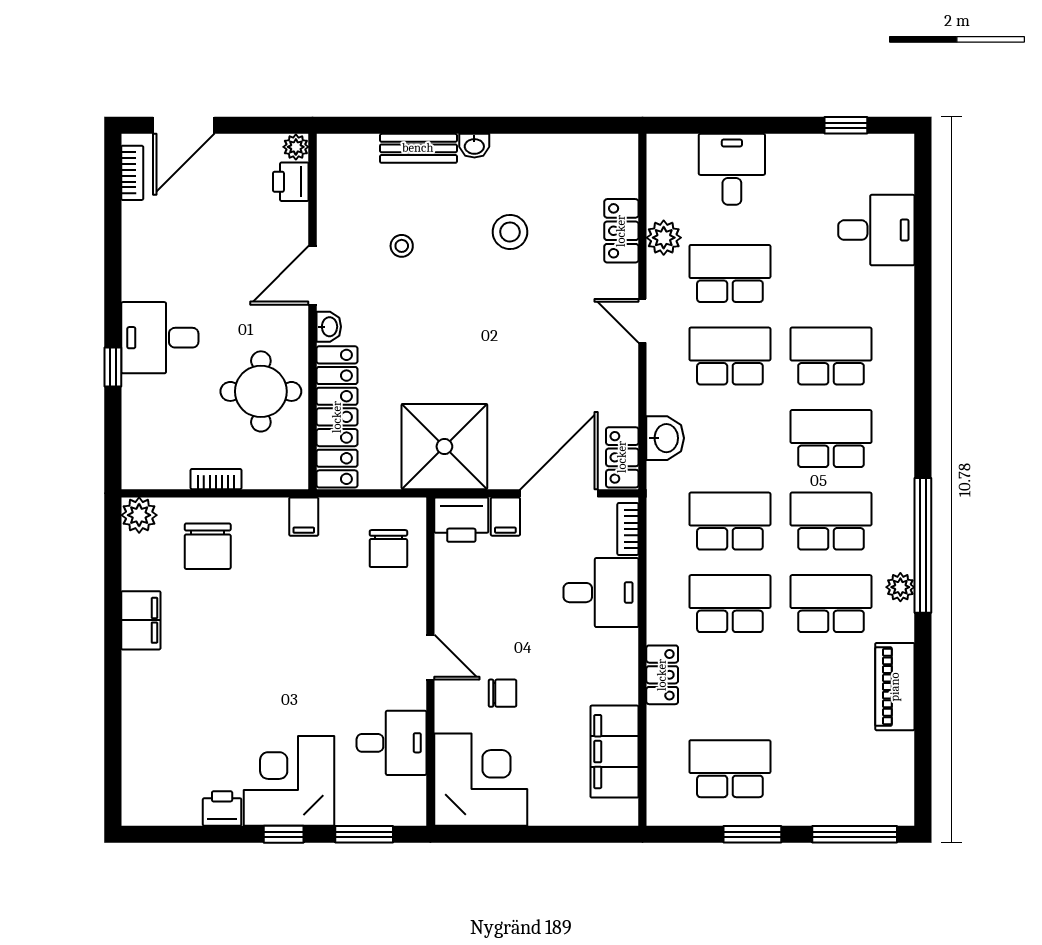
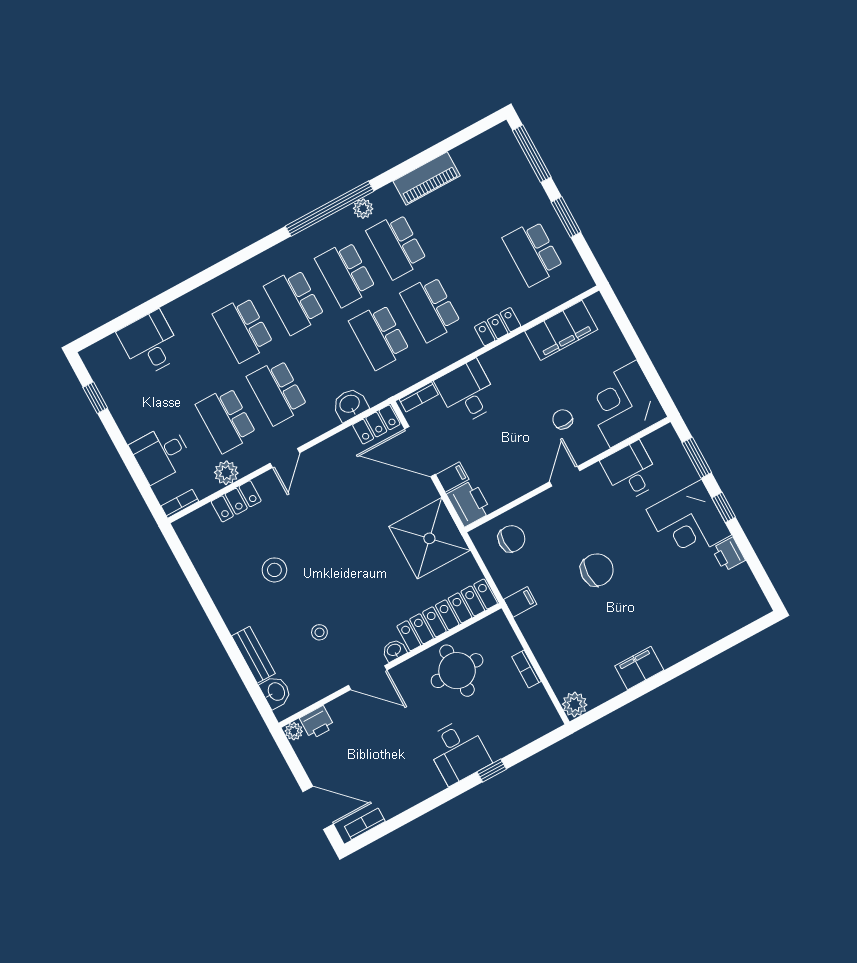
washbasin: (474, 146) -> (276, 692), moved, width x1.38, depth x1.45
bookcase: (657, 159) -> (180, 504), added
chair: (208, 546) -> (597, 570), moved

